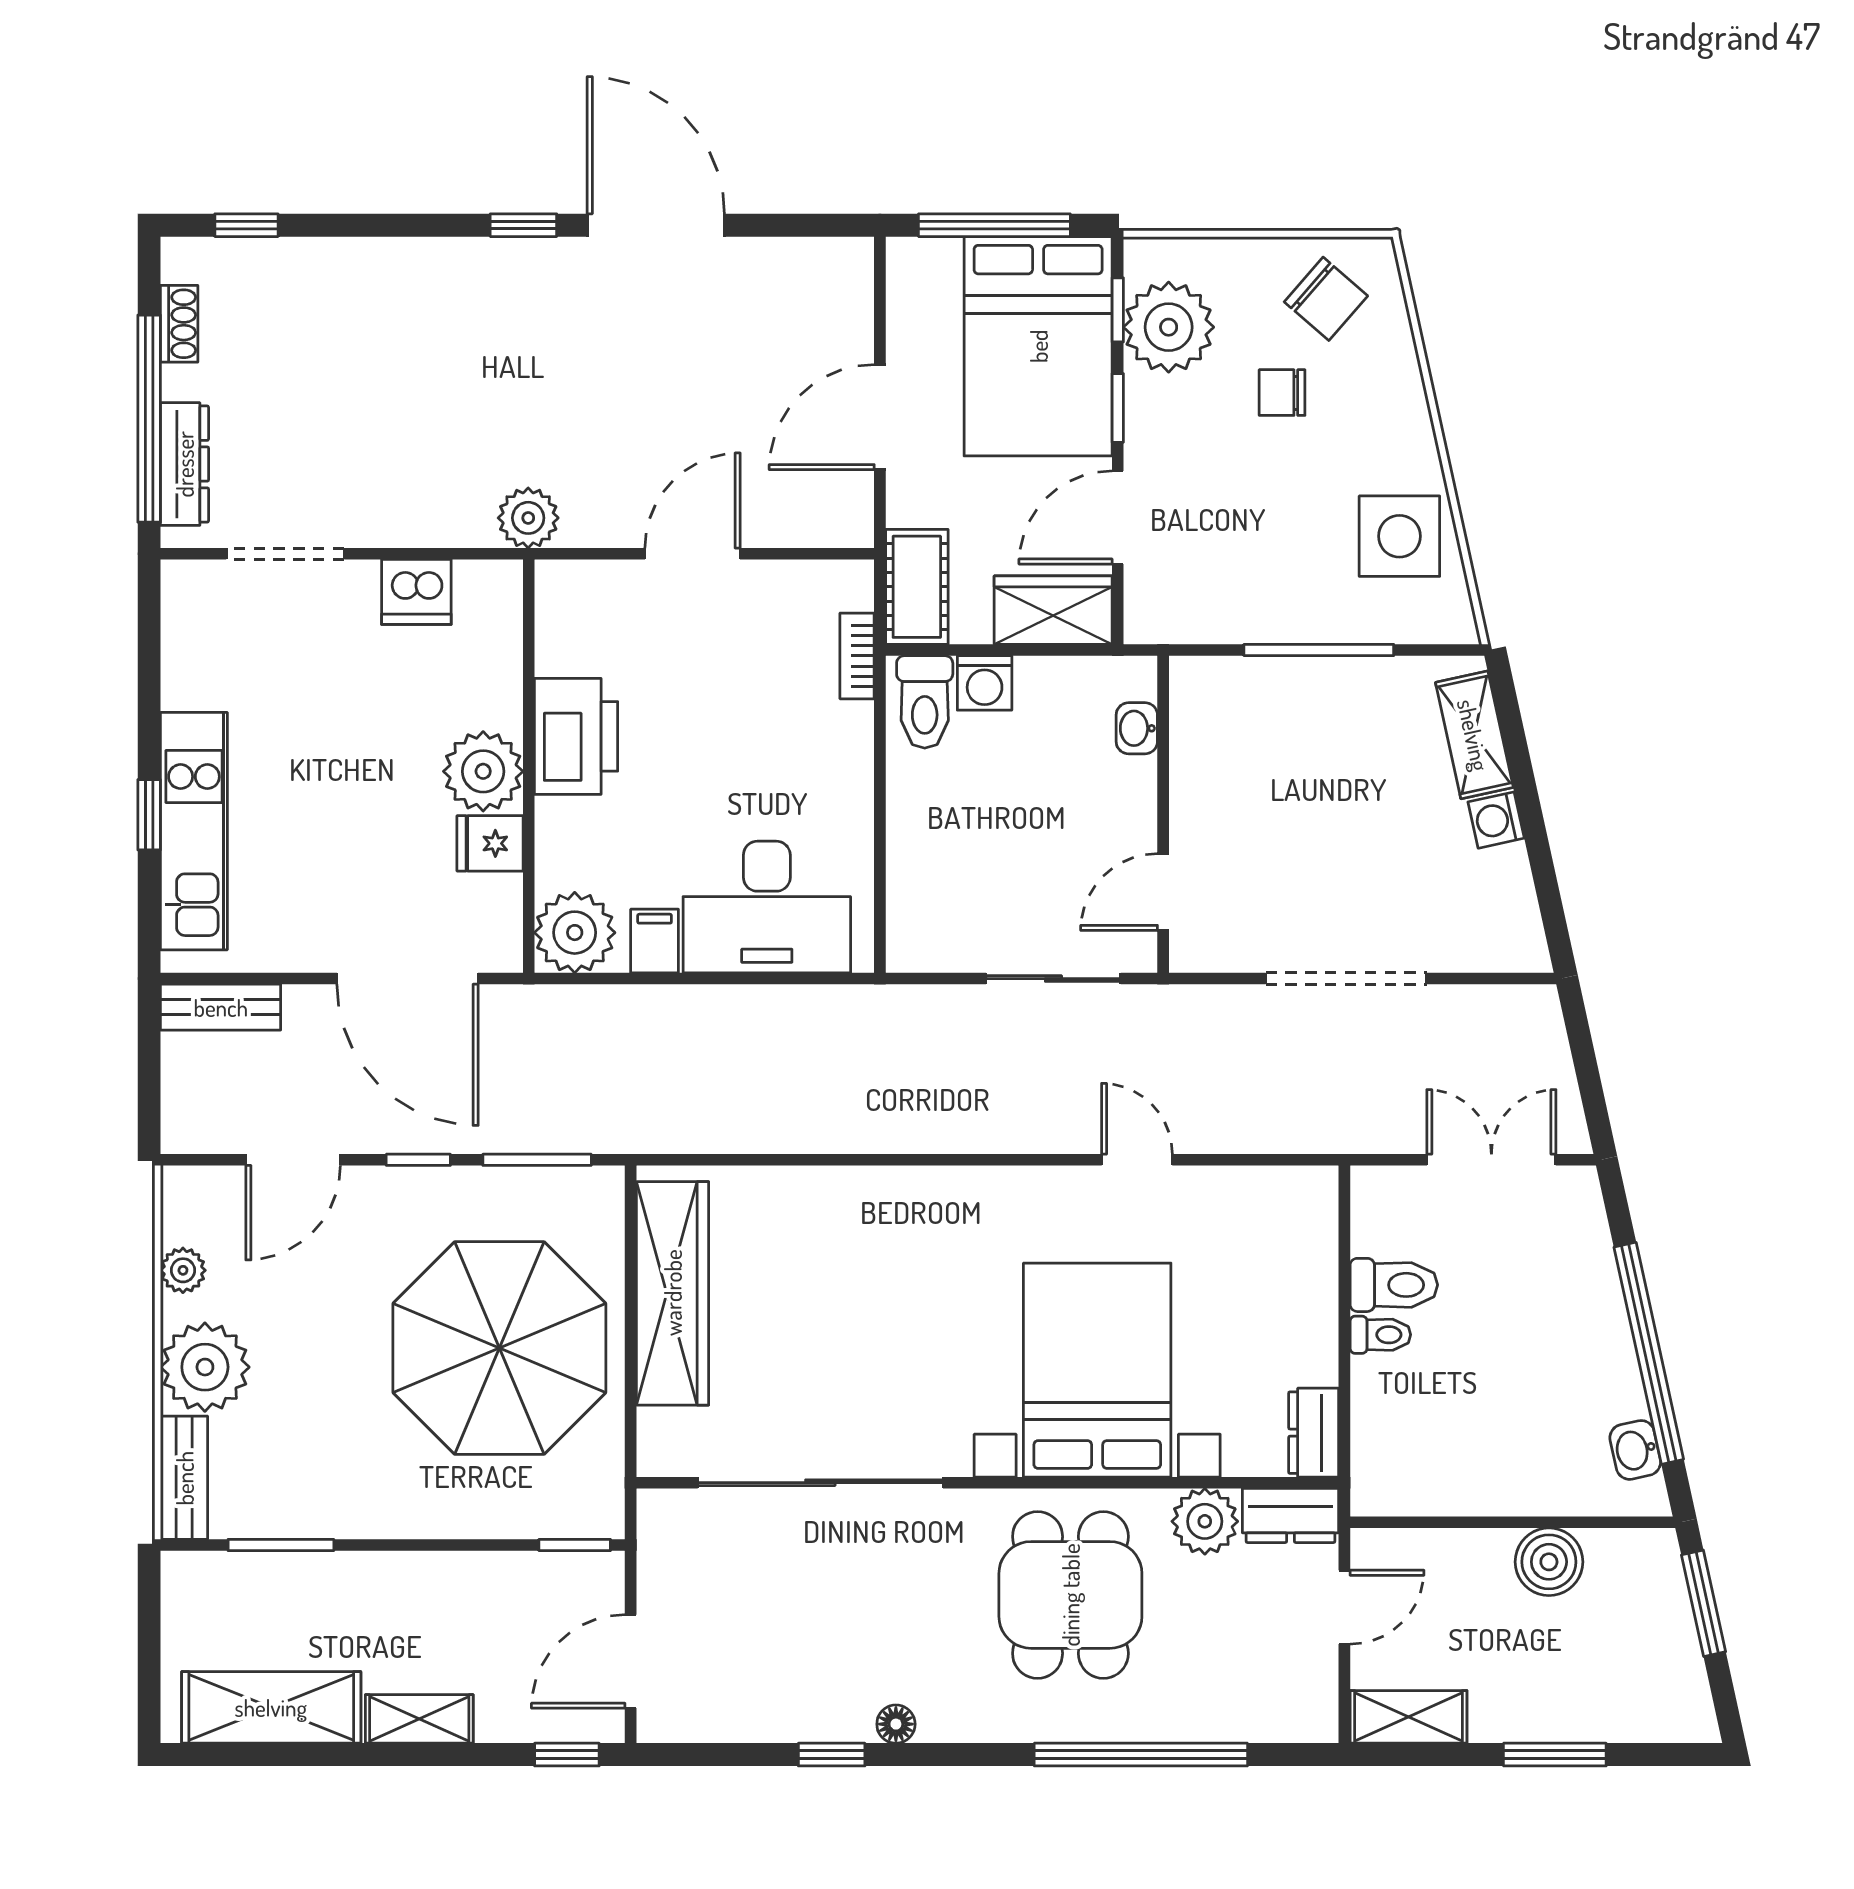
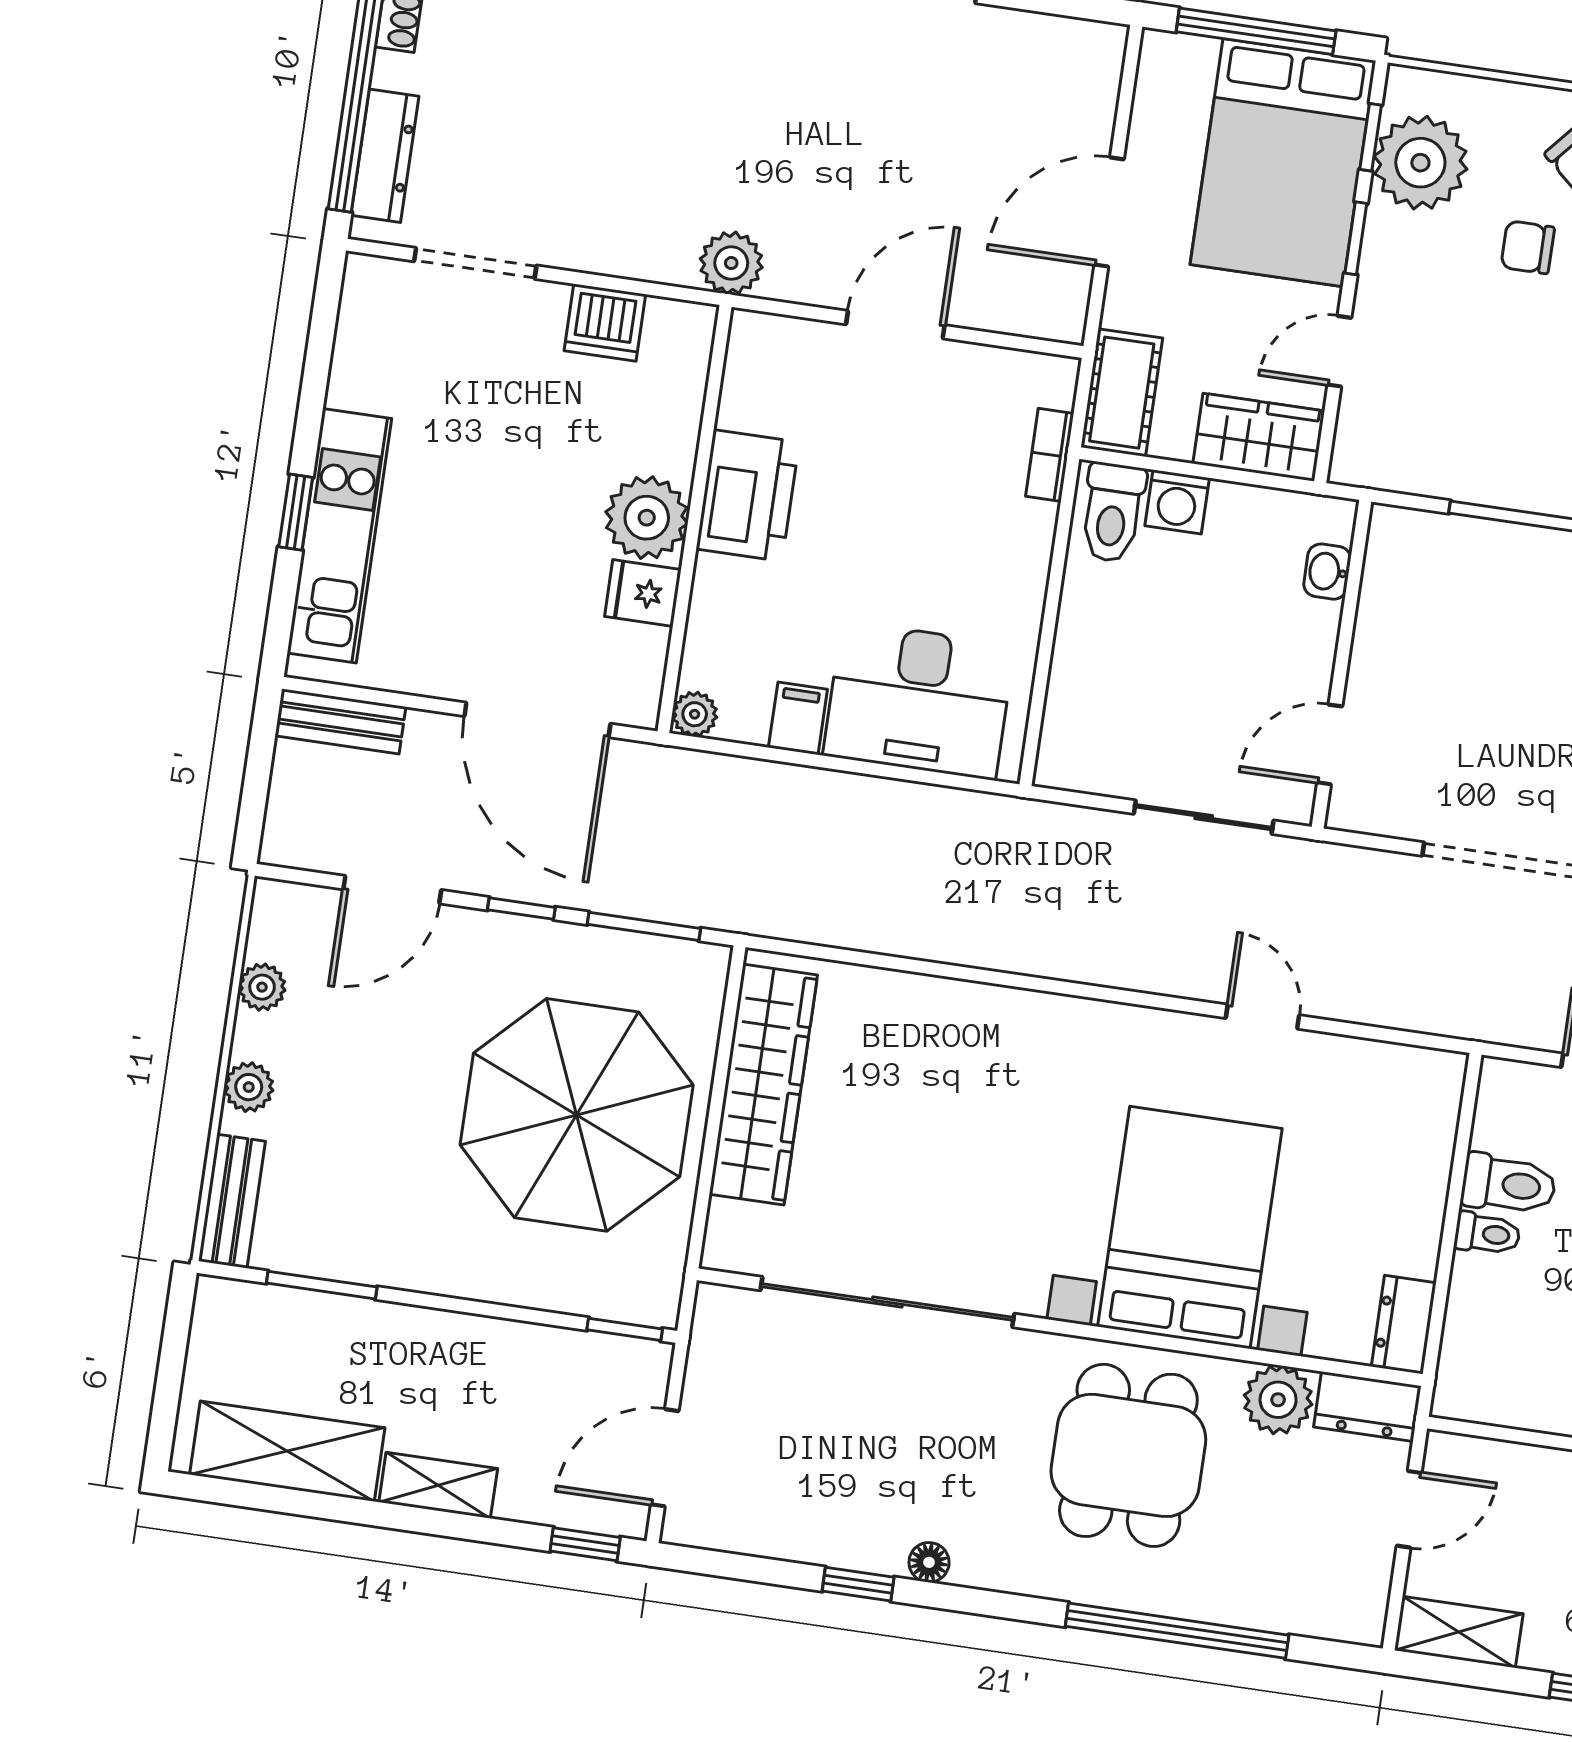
door: (1118, 517) -> (1339, 351), width x0.73
plant: (575, 933) -> (695, 714), width x0.53, depth x0.53
plant: (205, 1367) -> (249, 1087), width x0.53, depth x0.53

